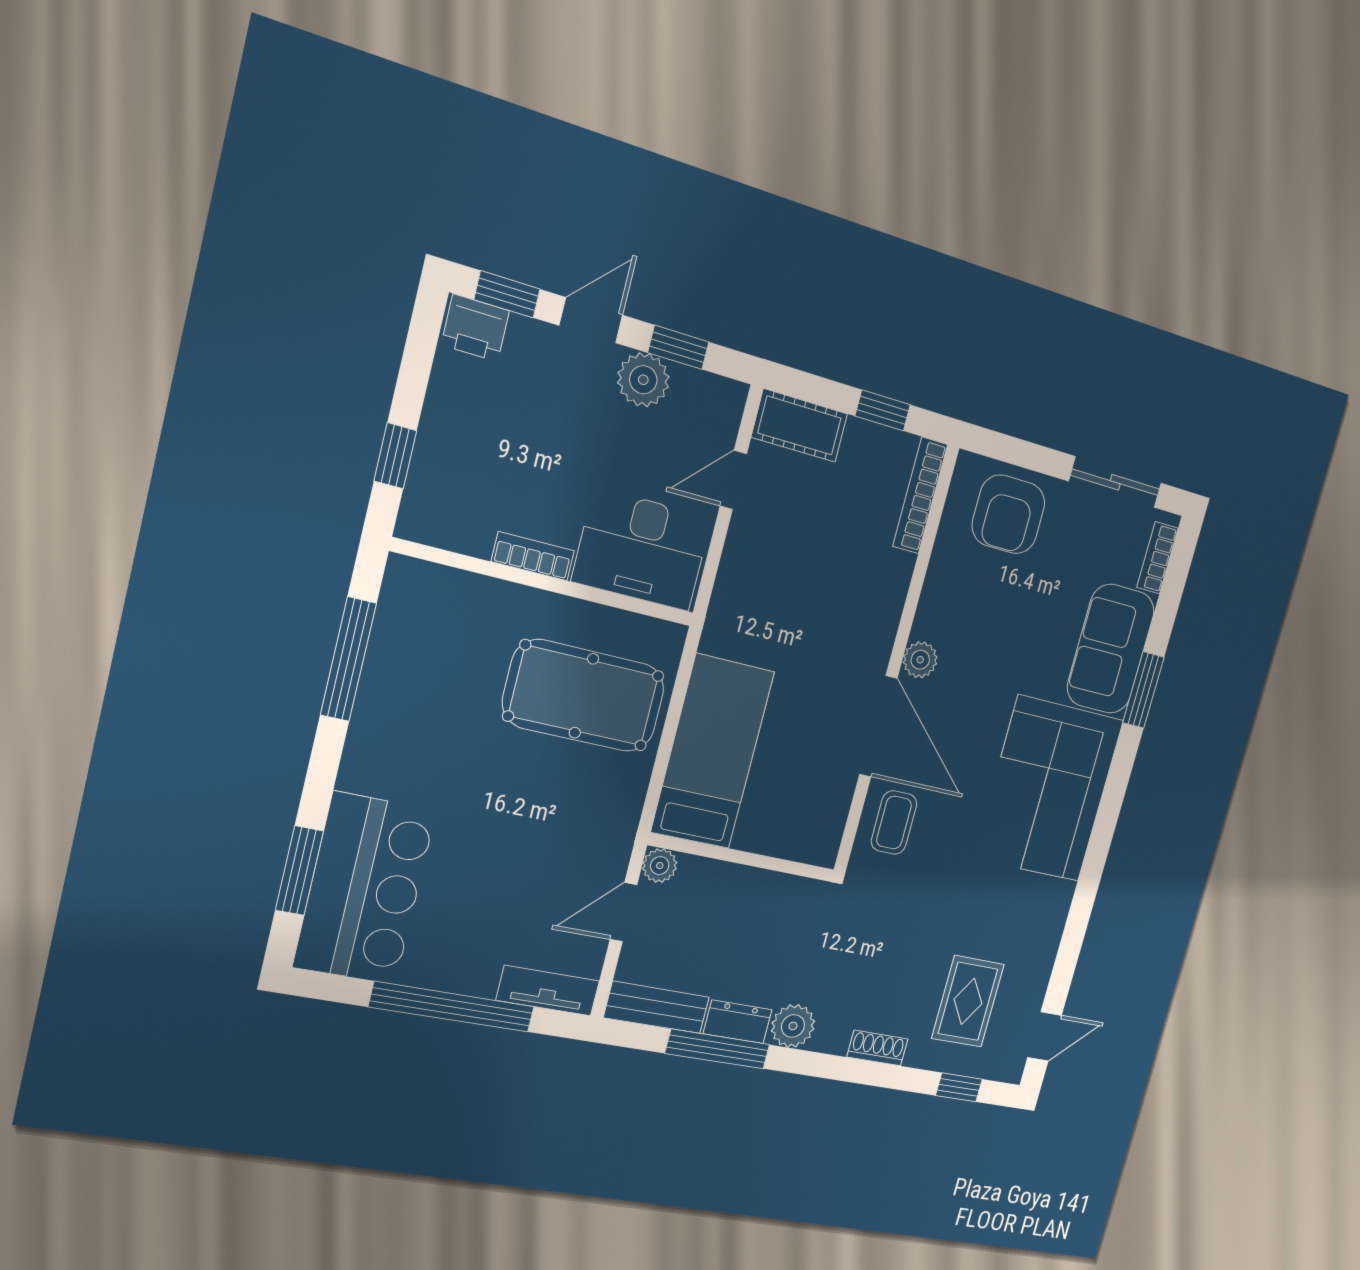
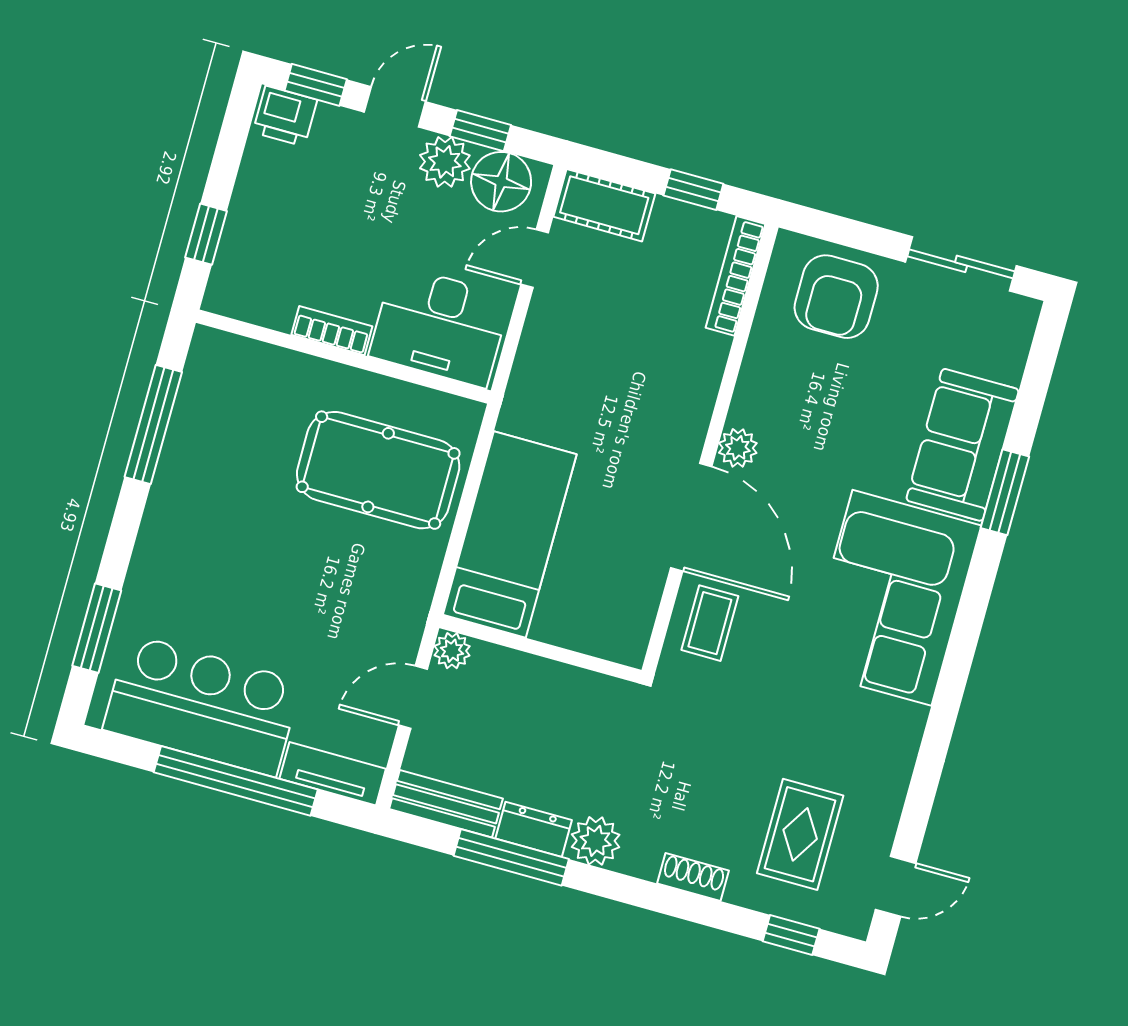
floor lamp: (700, 401) -> (501, 182), added
bookcase: (1157, 558) -> (1016, 346), removed
bar counter: (365, 889) -> (202, 705), moved, turned -90

